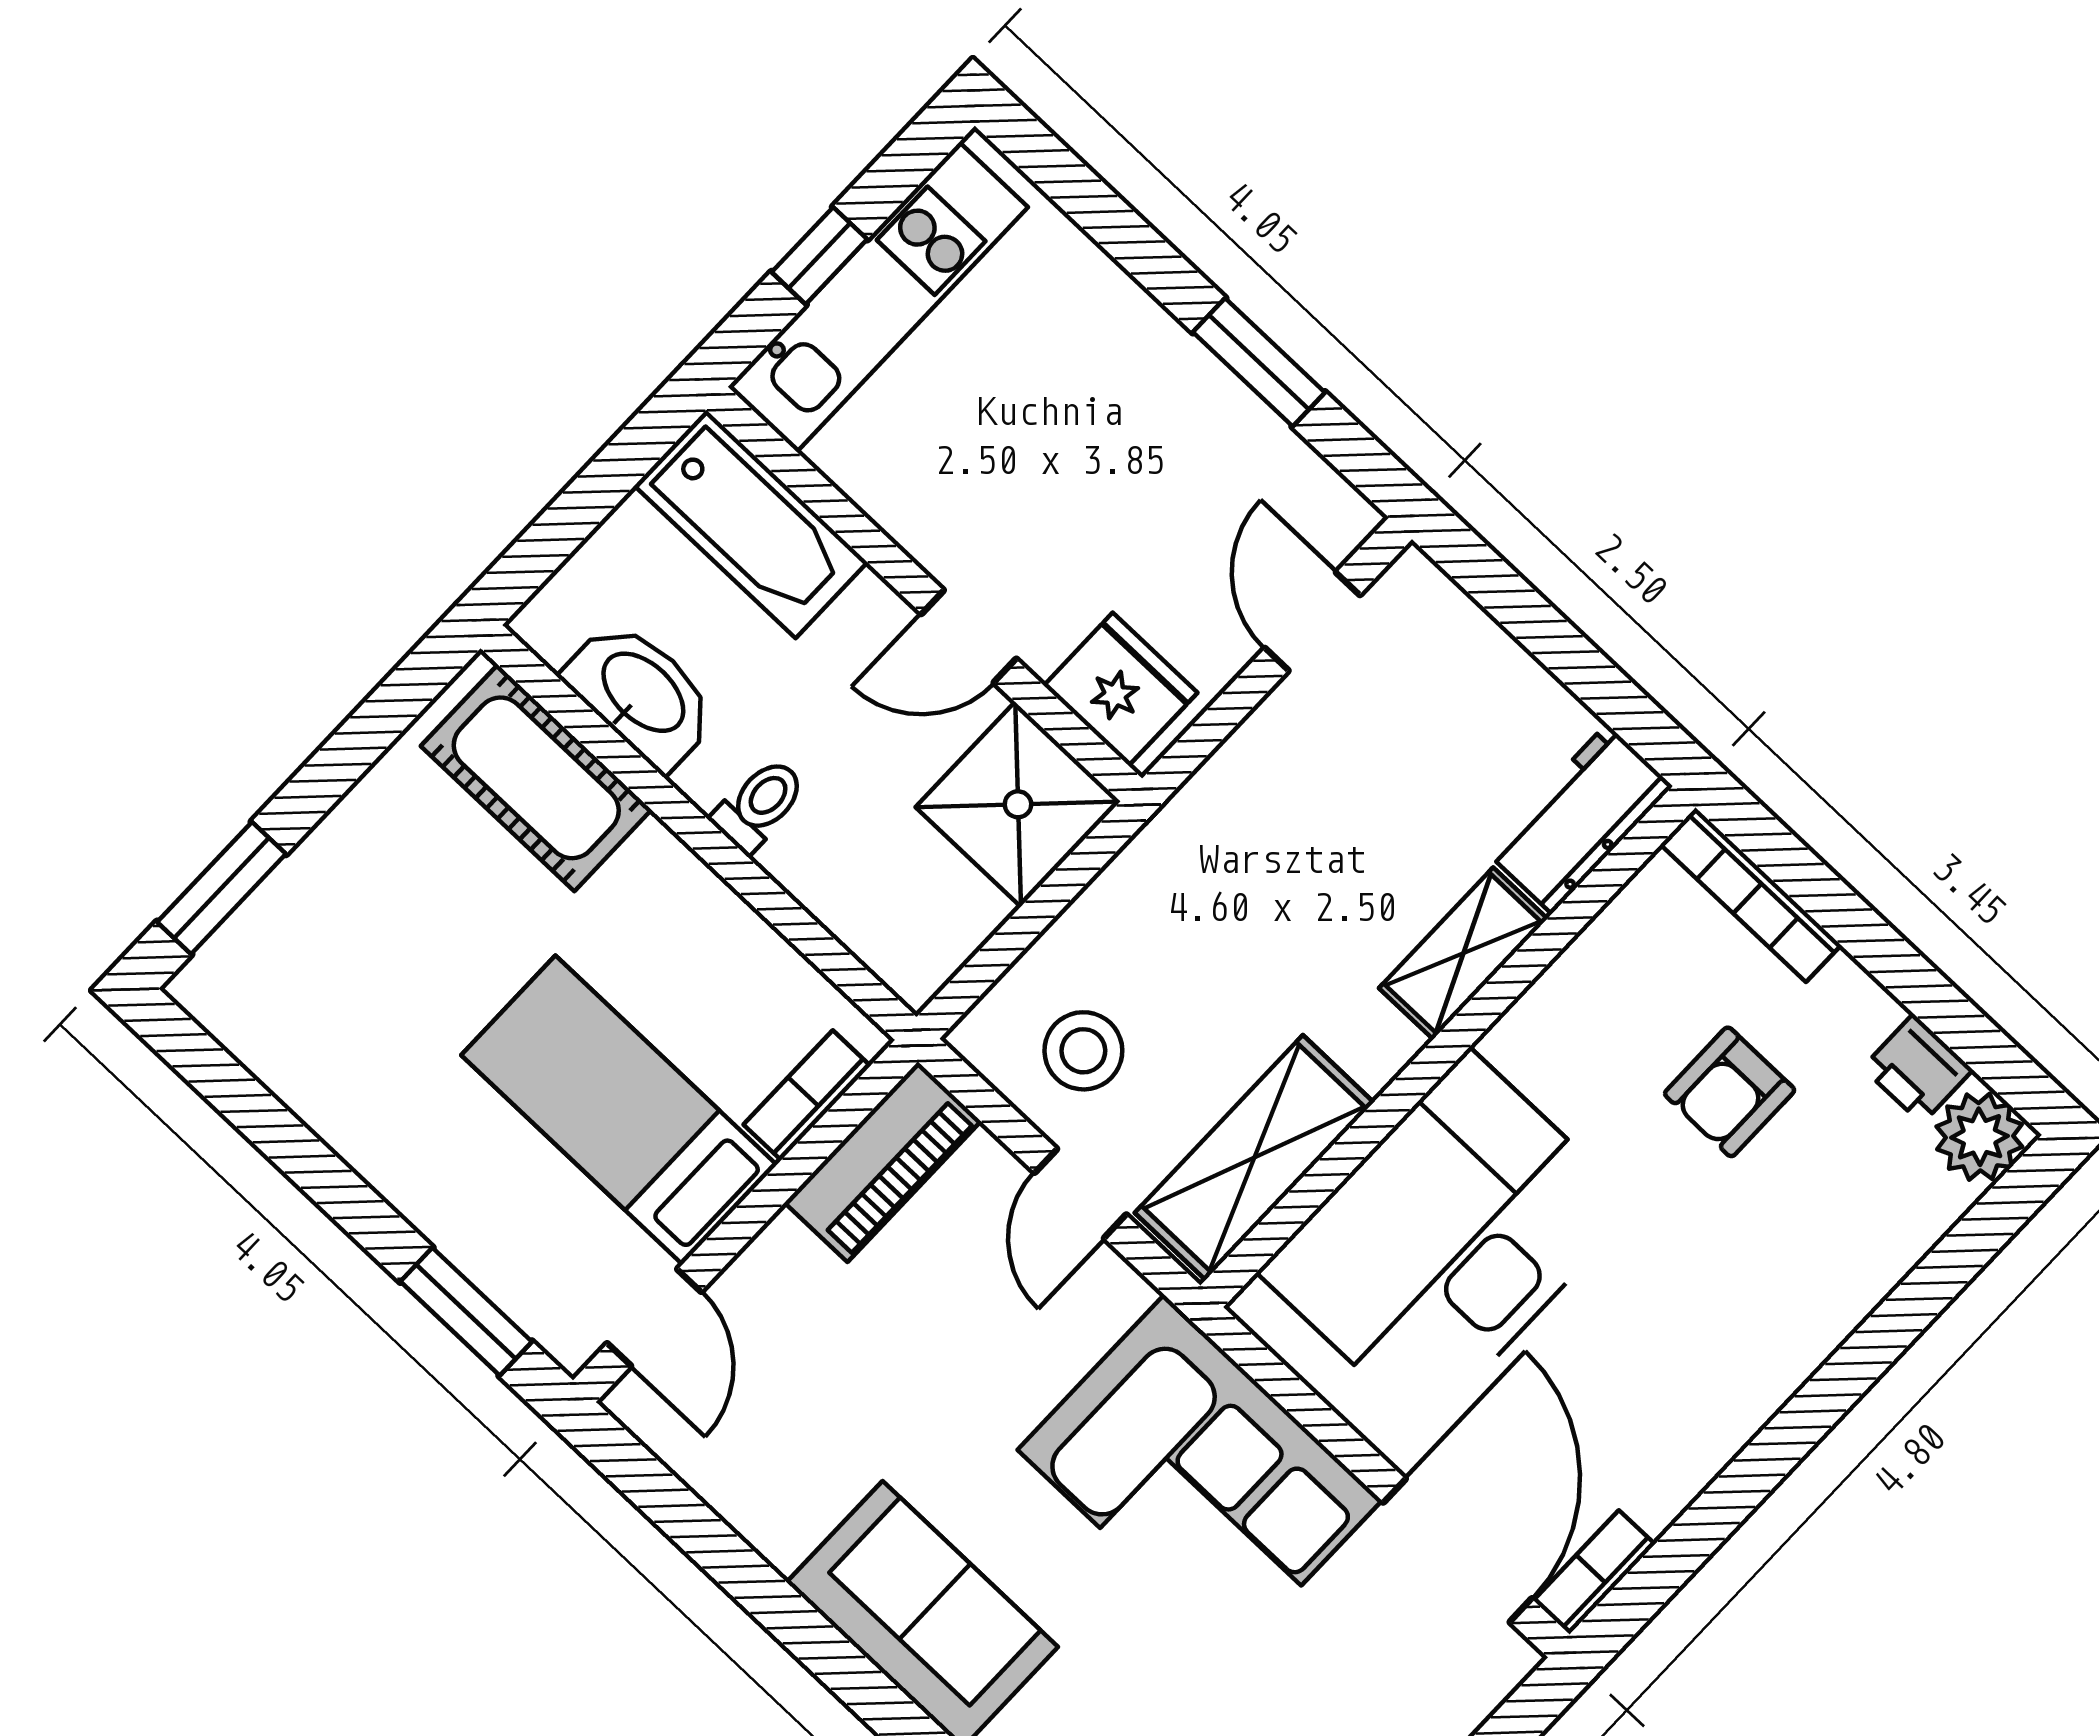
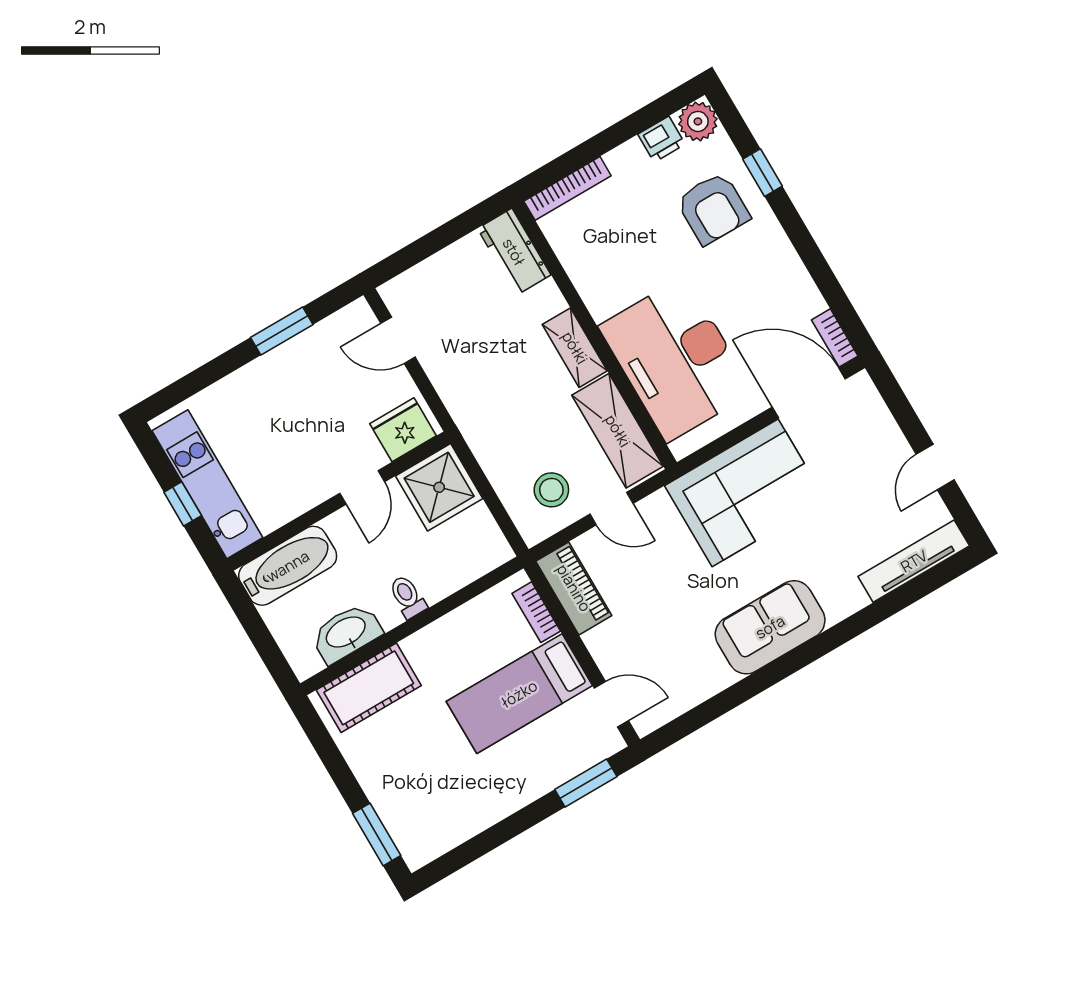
shelving: (1463, 953) -> (575, 348), moved
armchair: (1730, 1092) -> (713, 208), moved, width x1.38, depth x1.38
window: (1909, 1310) -> (762, 173), added

